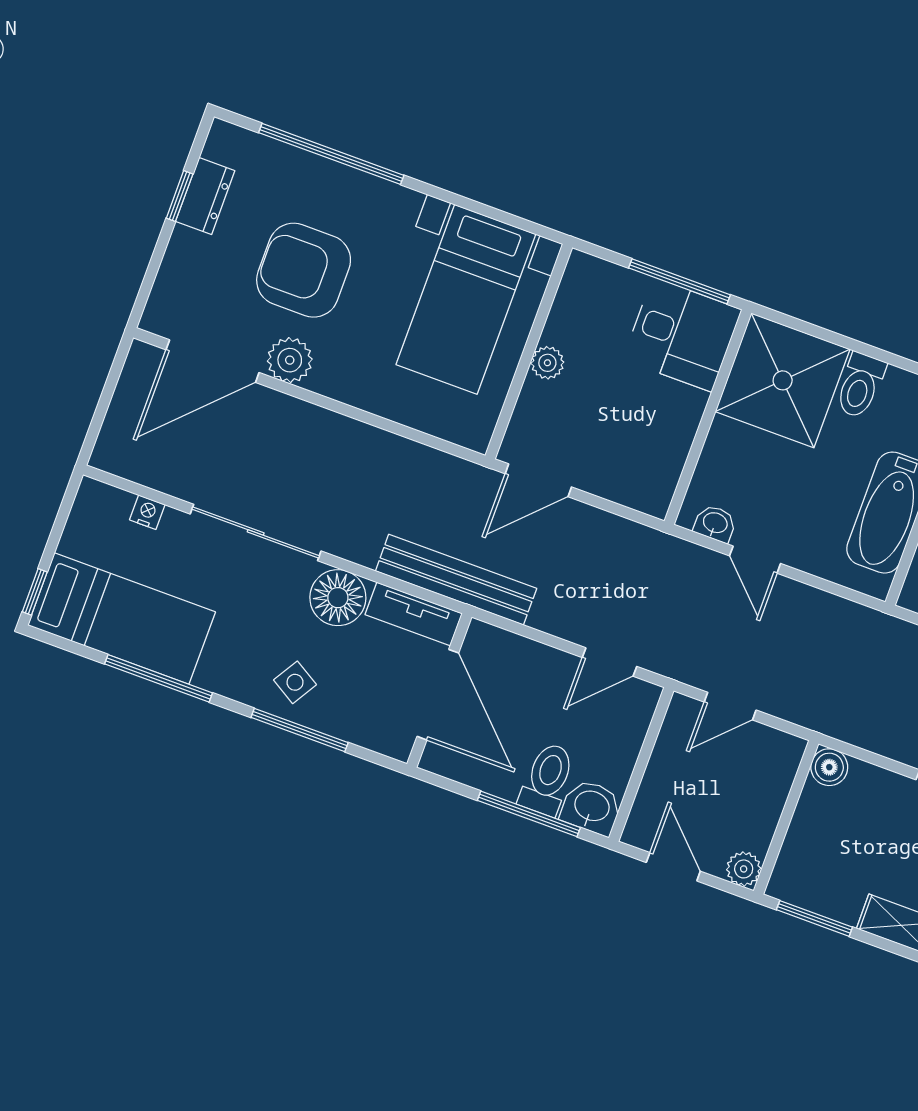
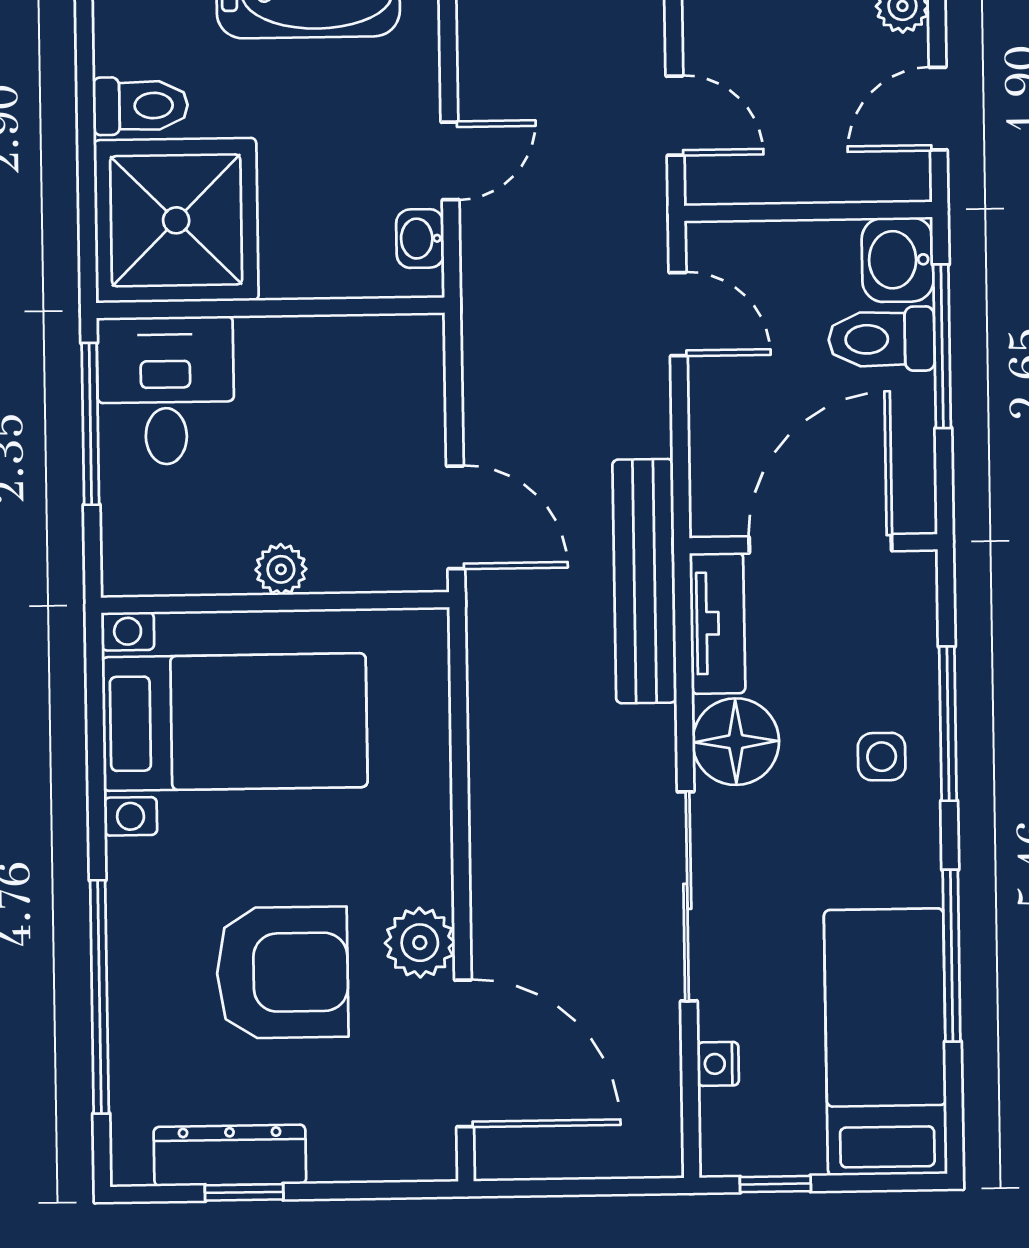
dresser: (205, 196) -> (230, 1155), width x1.44
armchair: (304, 270) -> (282, 973), turned -90
window: (35, 592) -> (775, 1184), moved
side table: (295, 682) -> (882, 757), turned -31

